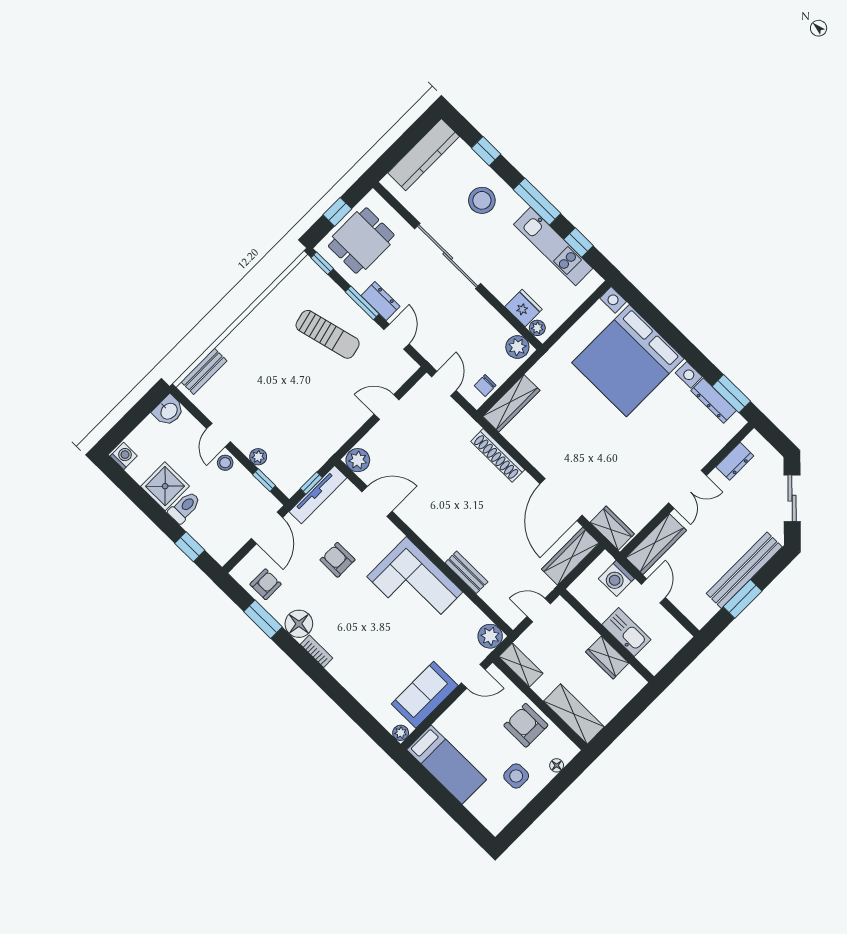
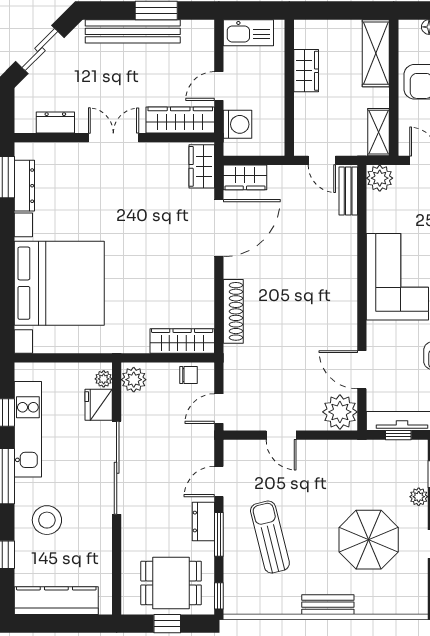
sliding door: (448, 256) -> (117, 468), moved
bench: (204, 371) -> (328, 605), moved
parasol: (262, 397) -> (369, 540), added
plant: (358, 460) -> (340, 412), width x1.36, depth x1.36
wardrobe: (570, 556) -> (245, 177), width x0.67
bench: (466, 572) -> (348, 191), moved
kitchen sink: (626, 632) -> (248, 33), moved, turned -90

